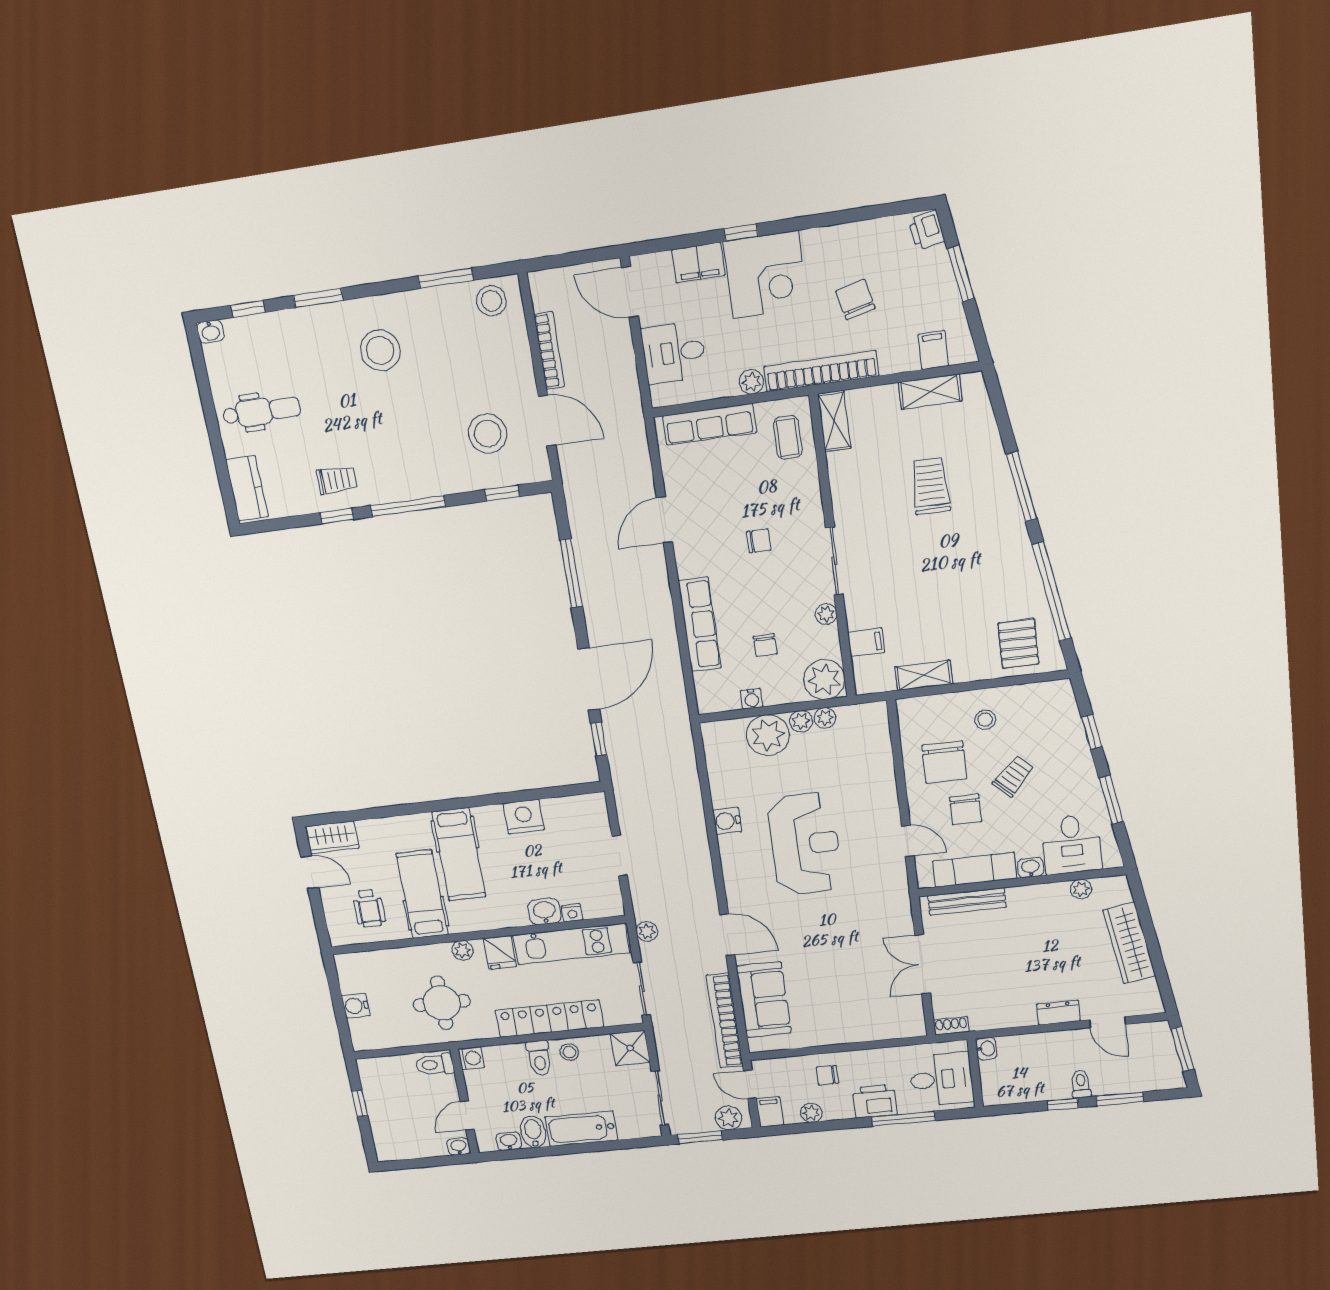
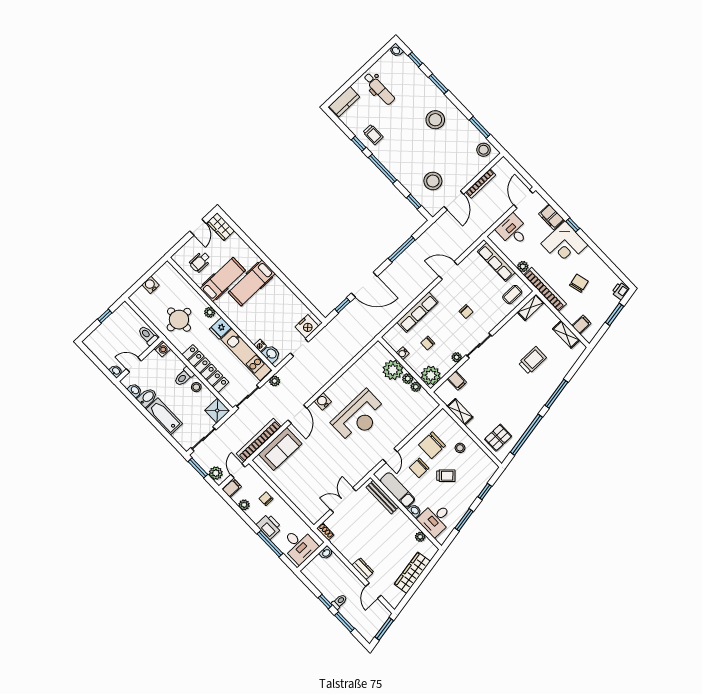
nightstand: (524, 817) -> (307, 326), moved, turned 90
water cooler: (727, 821) -> (323, 401), moved
washbasin: (544, 912) -> (271, 354), moved

